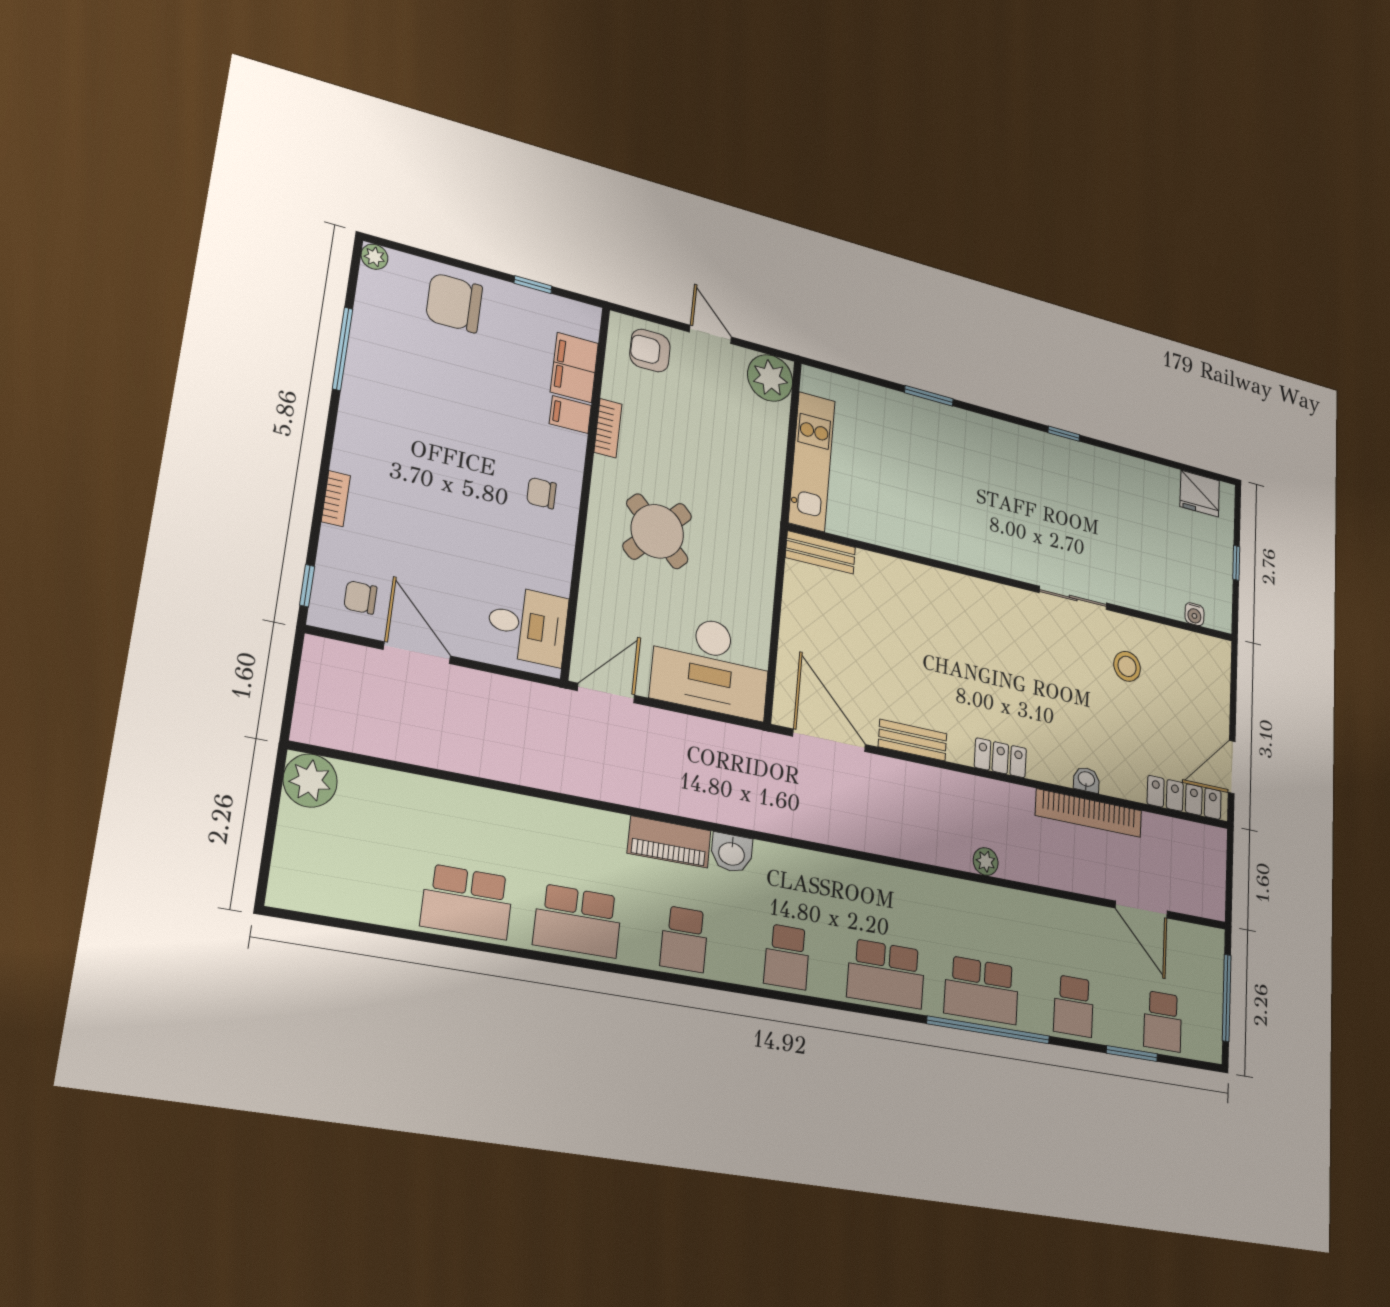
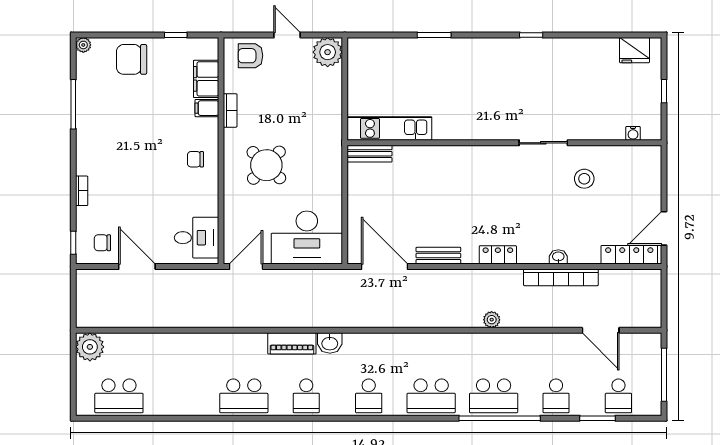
kitchen unit: (812, 461) -> (389, 128), moved, turned -90
school desk: (467, 902) -> (119, 396), moved

